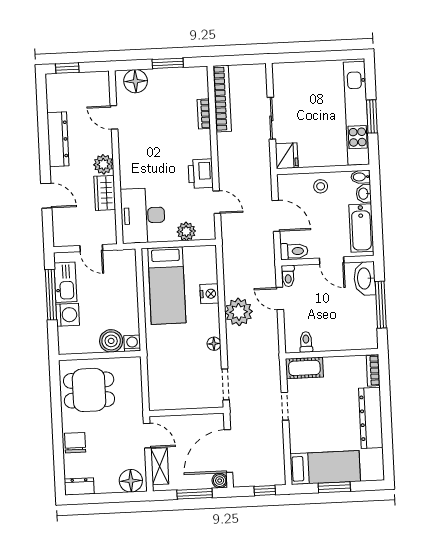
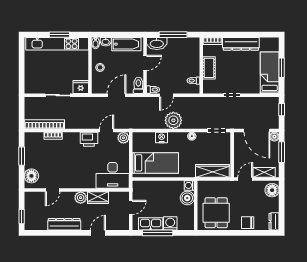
plant: (186, 231) -> (123, 138), moved
cot: (304, 368) -> (209, 68), moved
wardrobe: (158, 381) -> (212, 171), added

